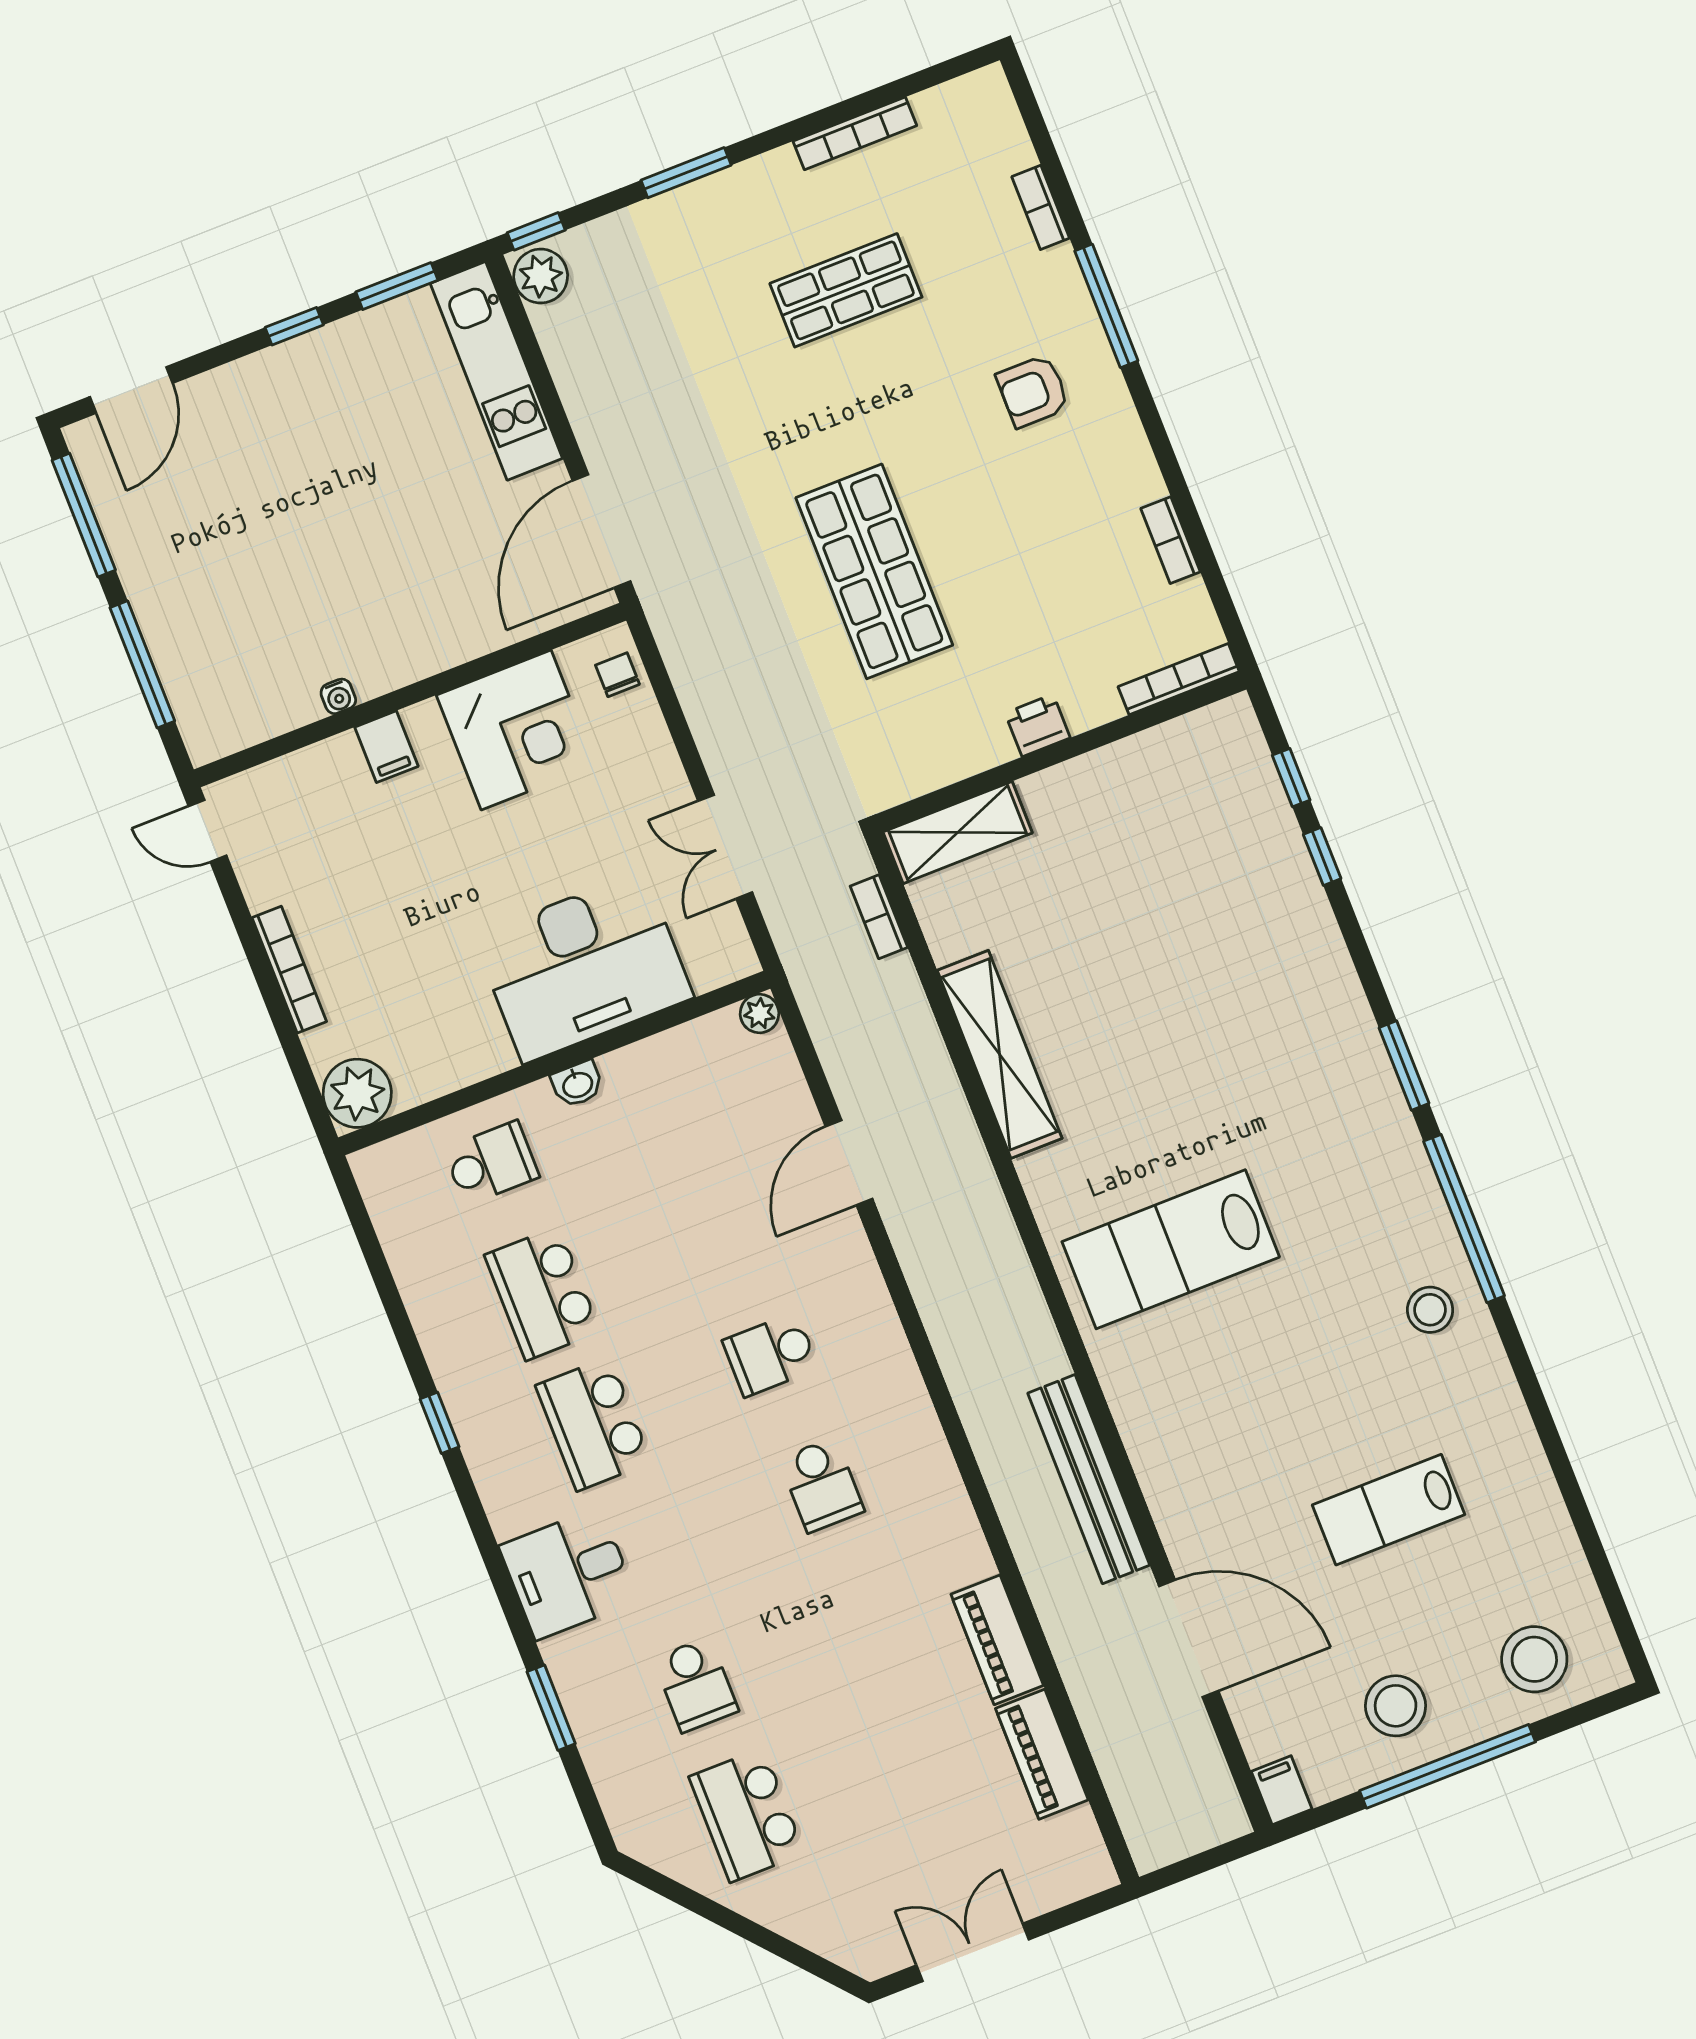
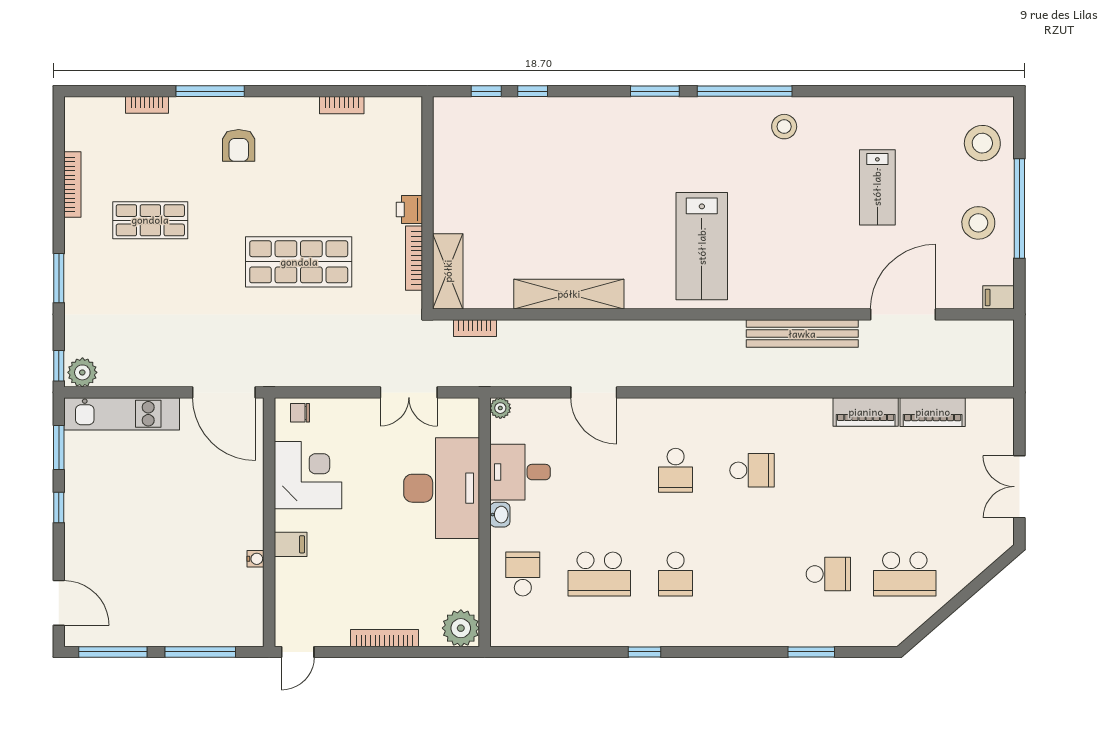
shop shelf: (846, 290) -> (150, 220), turned 90
bookcase: (1179, 679) -> (414, 258), moved
school desk: (593, 1424) -> (676, 574), width x0.54
desk: (568, 1573) -> (520, 472), moved, turned 90

